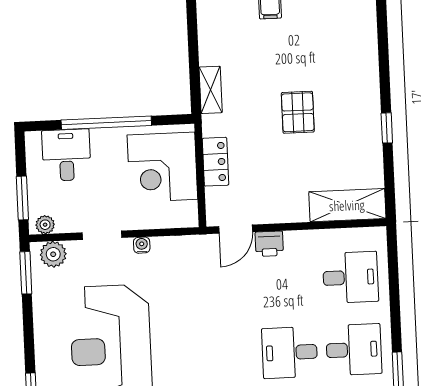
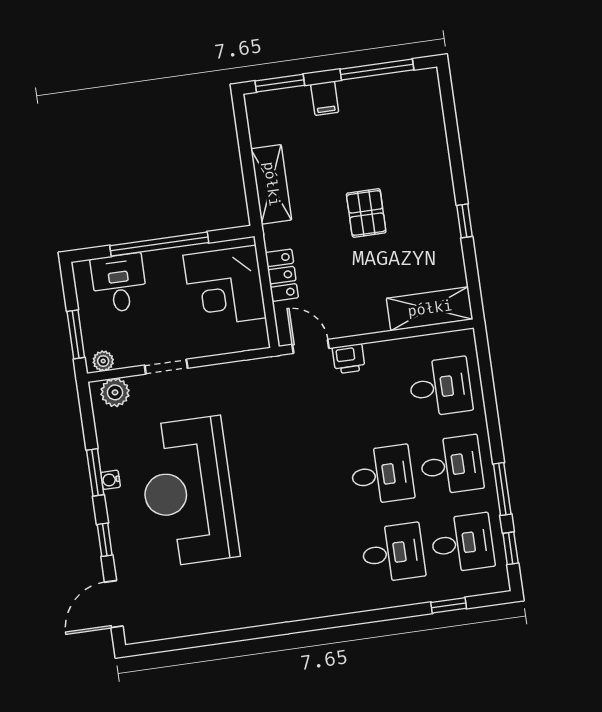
shelving: (211, 90) -> (271, 184), width x1.50, depth x1.33
door: (236, 229) -> (311, 346), swing flipped
water cooler: (142, 245) -> (111, 480), moved, turned -90
window: (26, 273) -> (95, 472), moved
desk: (290, 352) -> (382, 475), turned 180

